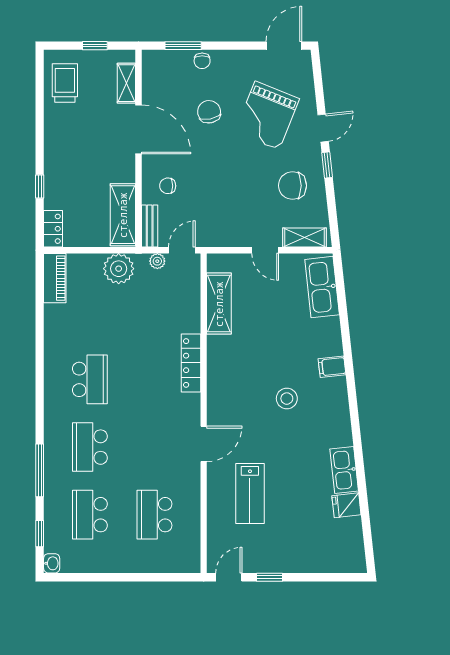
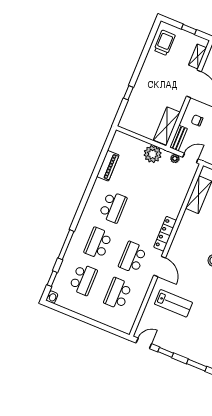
locker: (53, 229) -> (126, 118), removed
piano: (55, 278) -> (108, 166), moved
locker: (191, 363) -> (165, 234), moved
door: (204, 444) -> (160, 267), hinge flipped
school desk: (154, 447) -> (133, 257), added
lab bench: (250, 494) -> (173, 303), turned -90
school desk: (90, 515) -> (83, 279), turned 180
window: (328, 577) -> (197, 365), added

